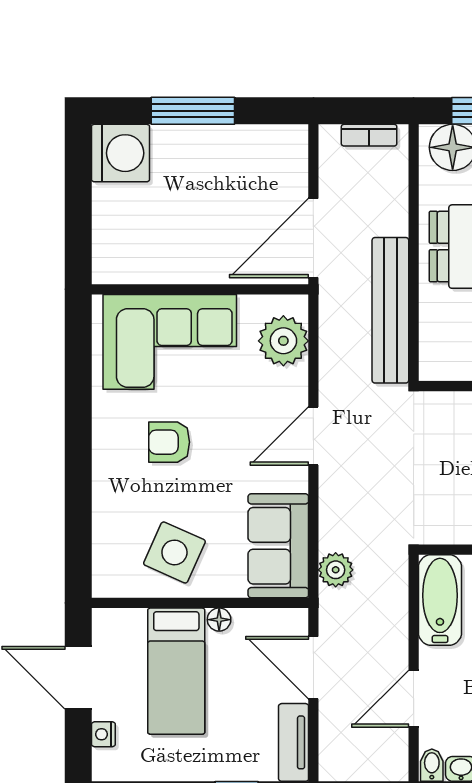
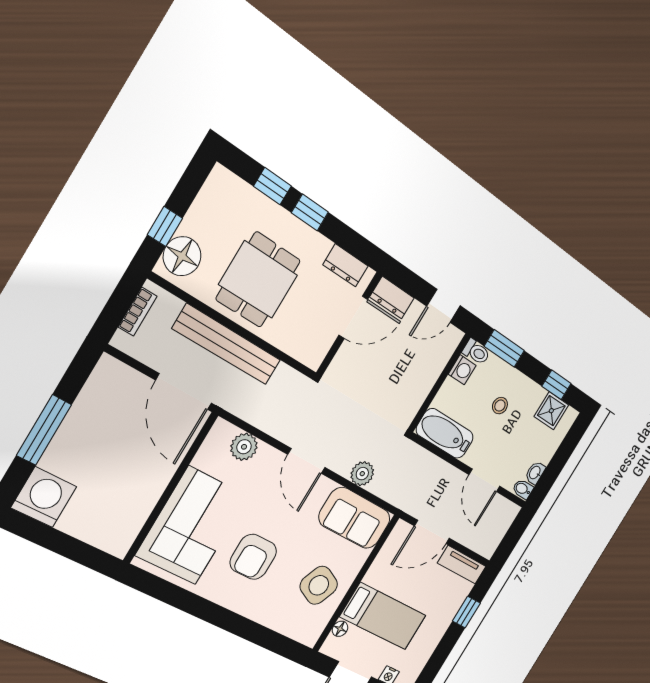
bench: (390, 310) -> (227, 345), moved
plant: (283, 341) -> (244, 447), width x0.73, depth x0.73
armchair: (169, 442) -> (253, 557), width x1.38, depth x1.38
plant: (336, 570) -> (362, 474), moved
floor lamp: (219, 620) -> (340, 629), moved

